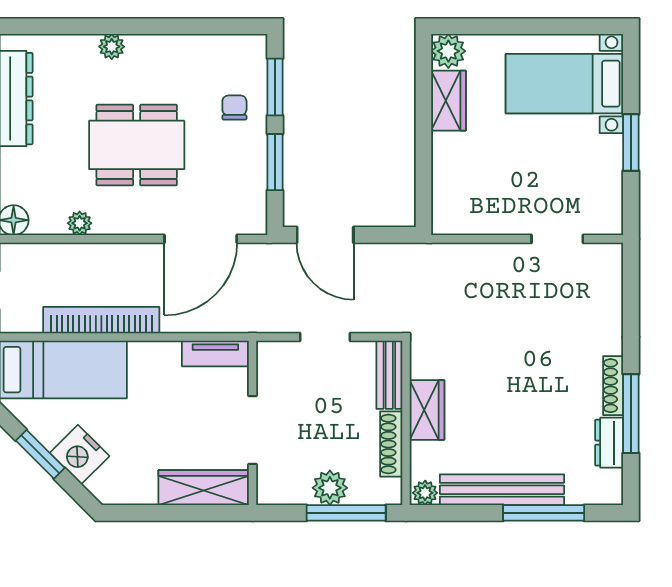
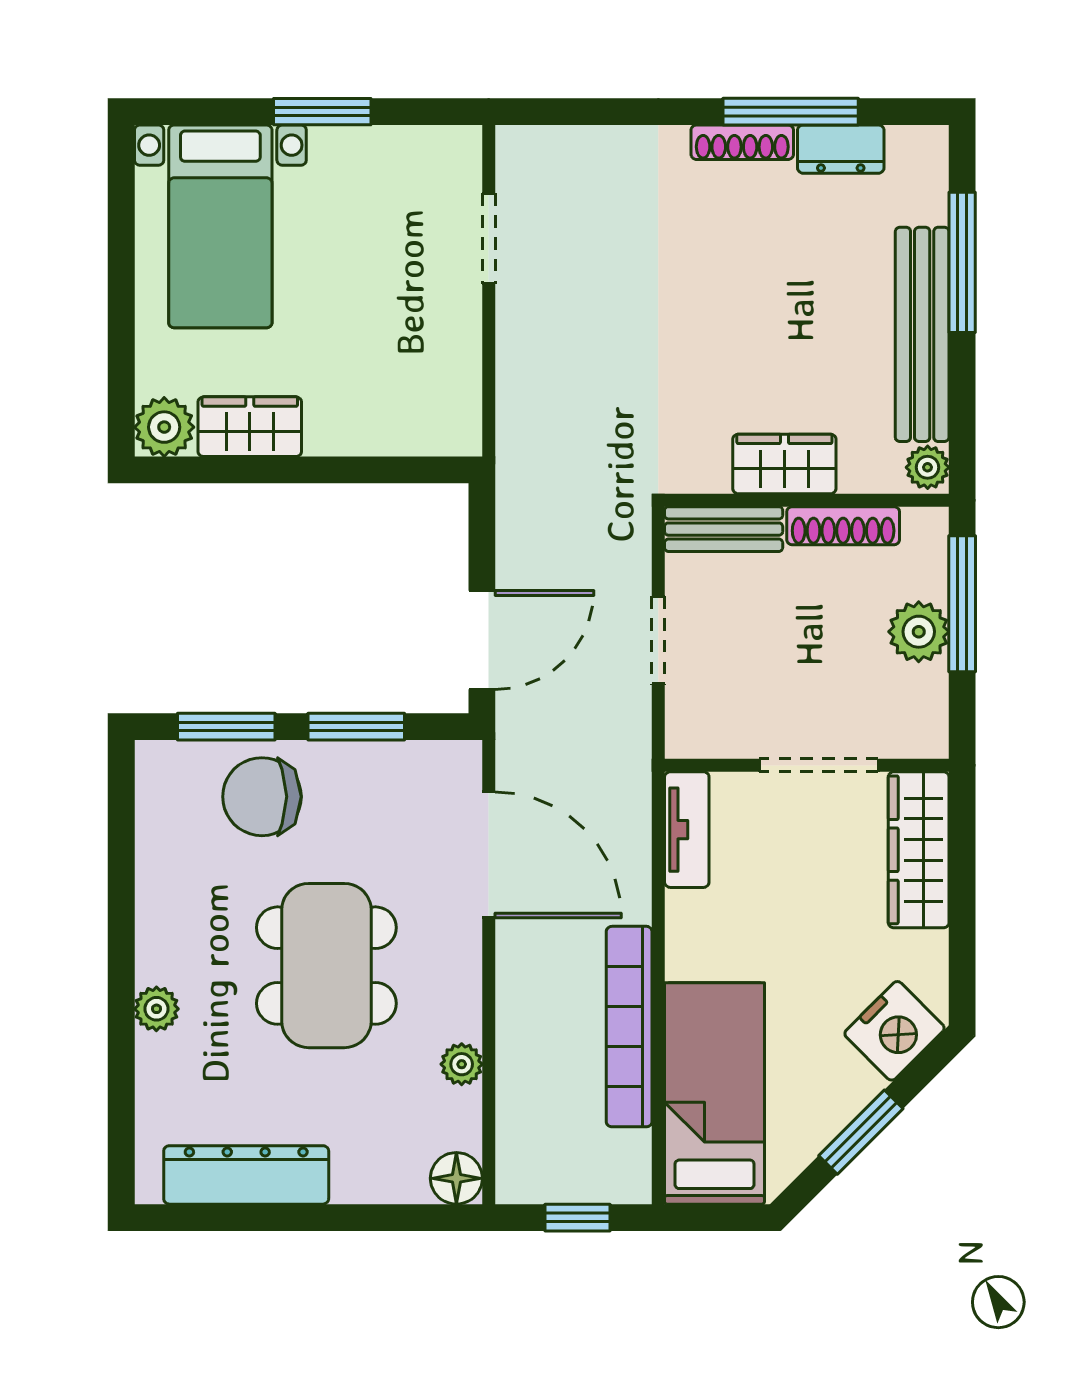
chair: (234, 108) -> (262, 797), width x1.87, depth x1.87
nightstand: (80, 454) -> (894, 1031), moved

